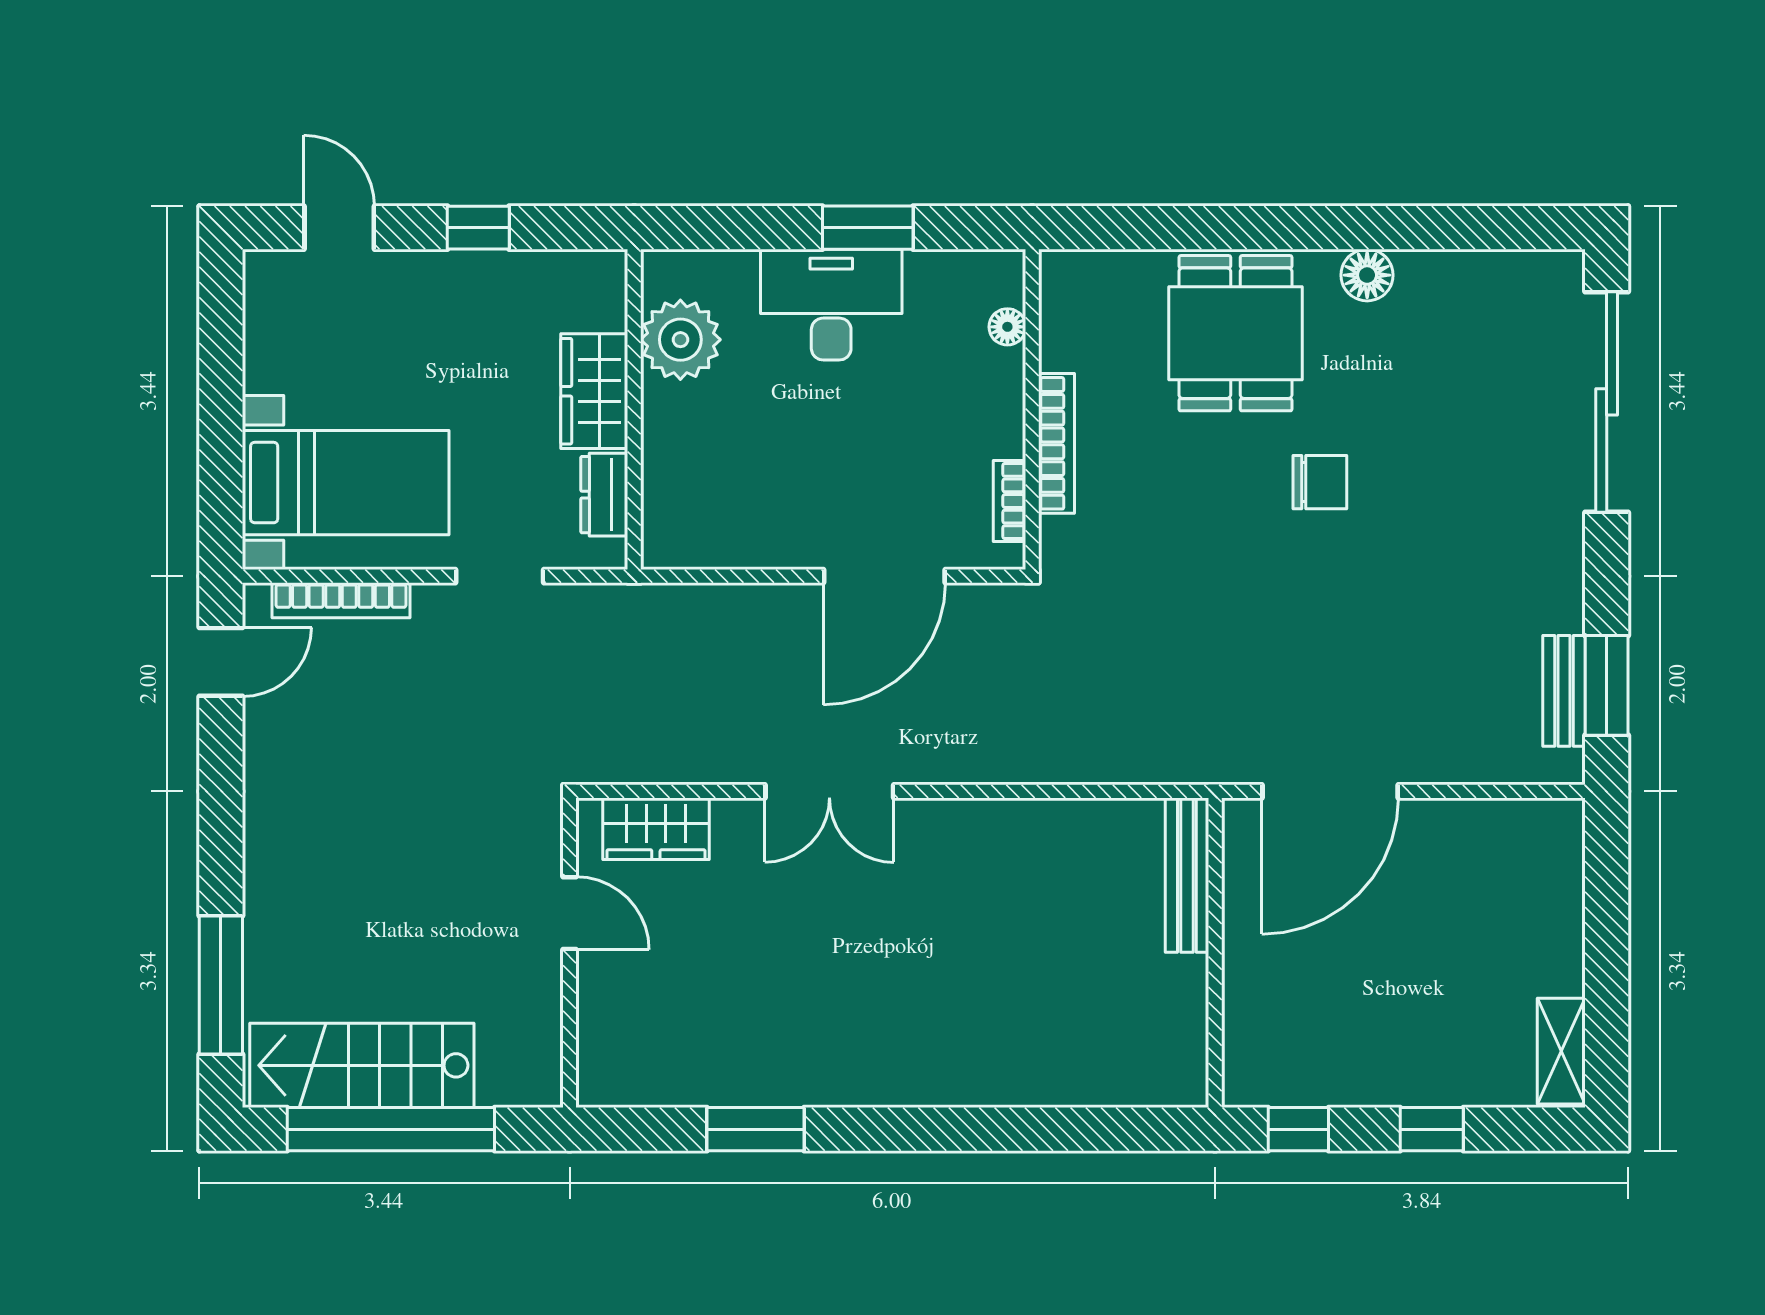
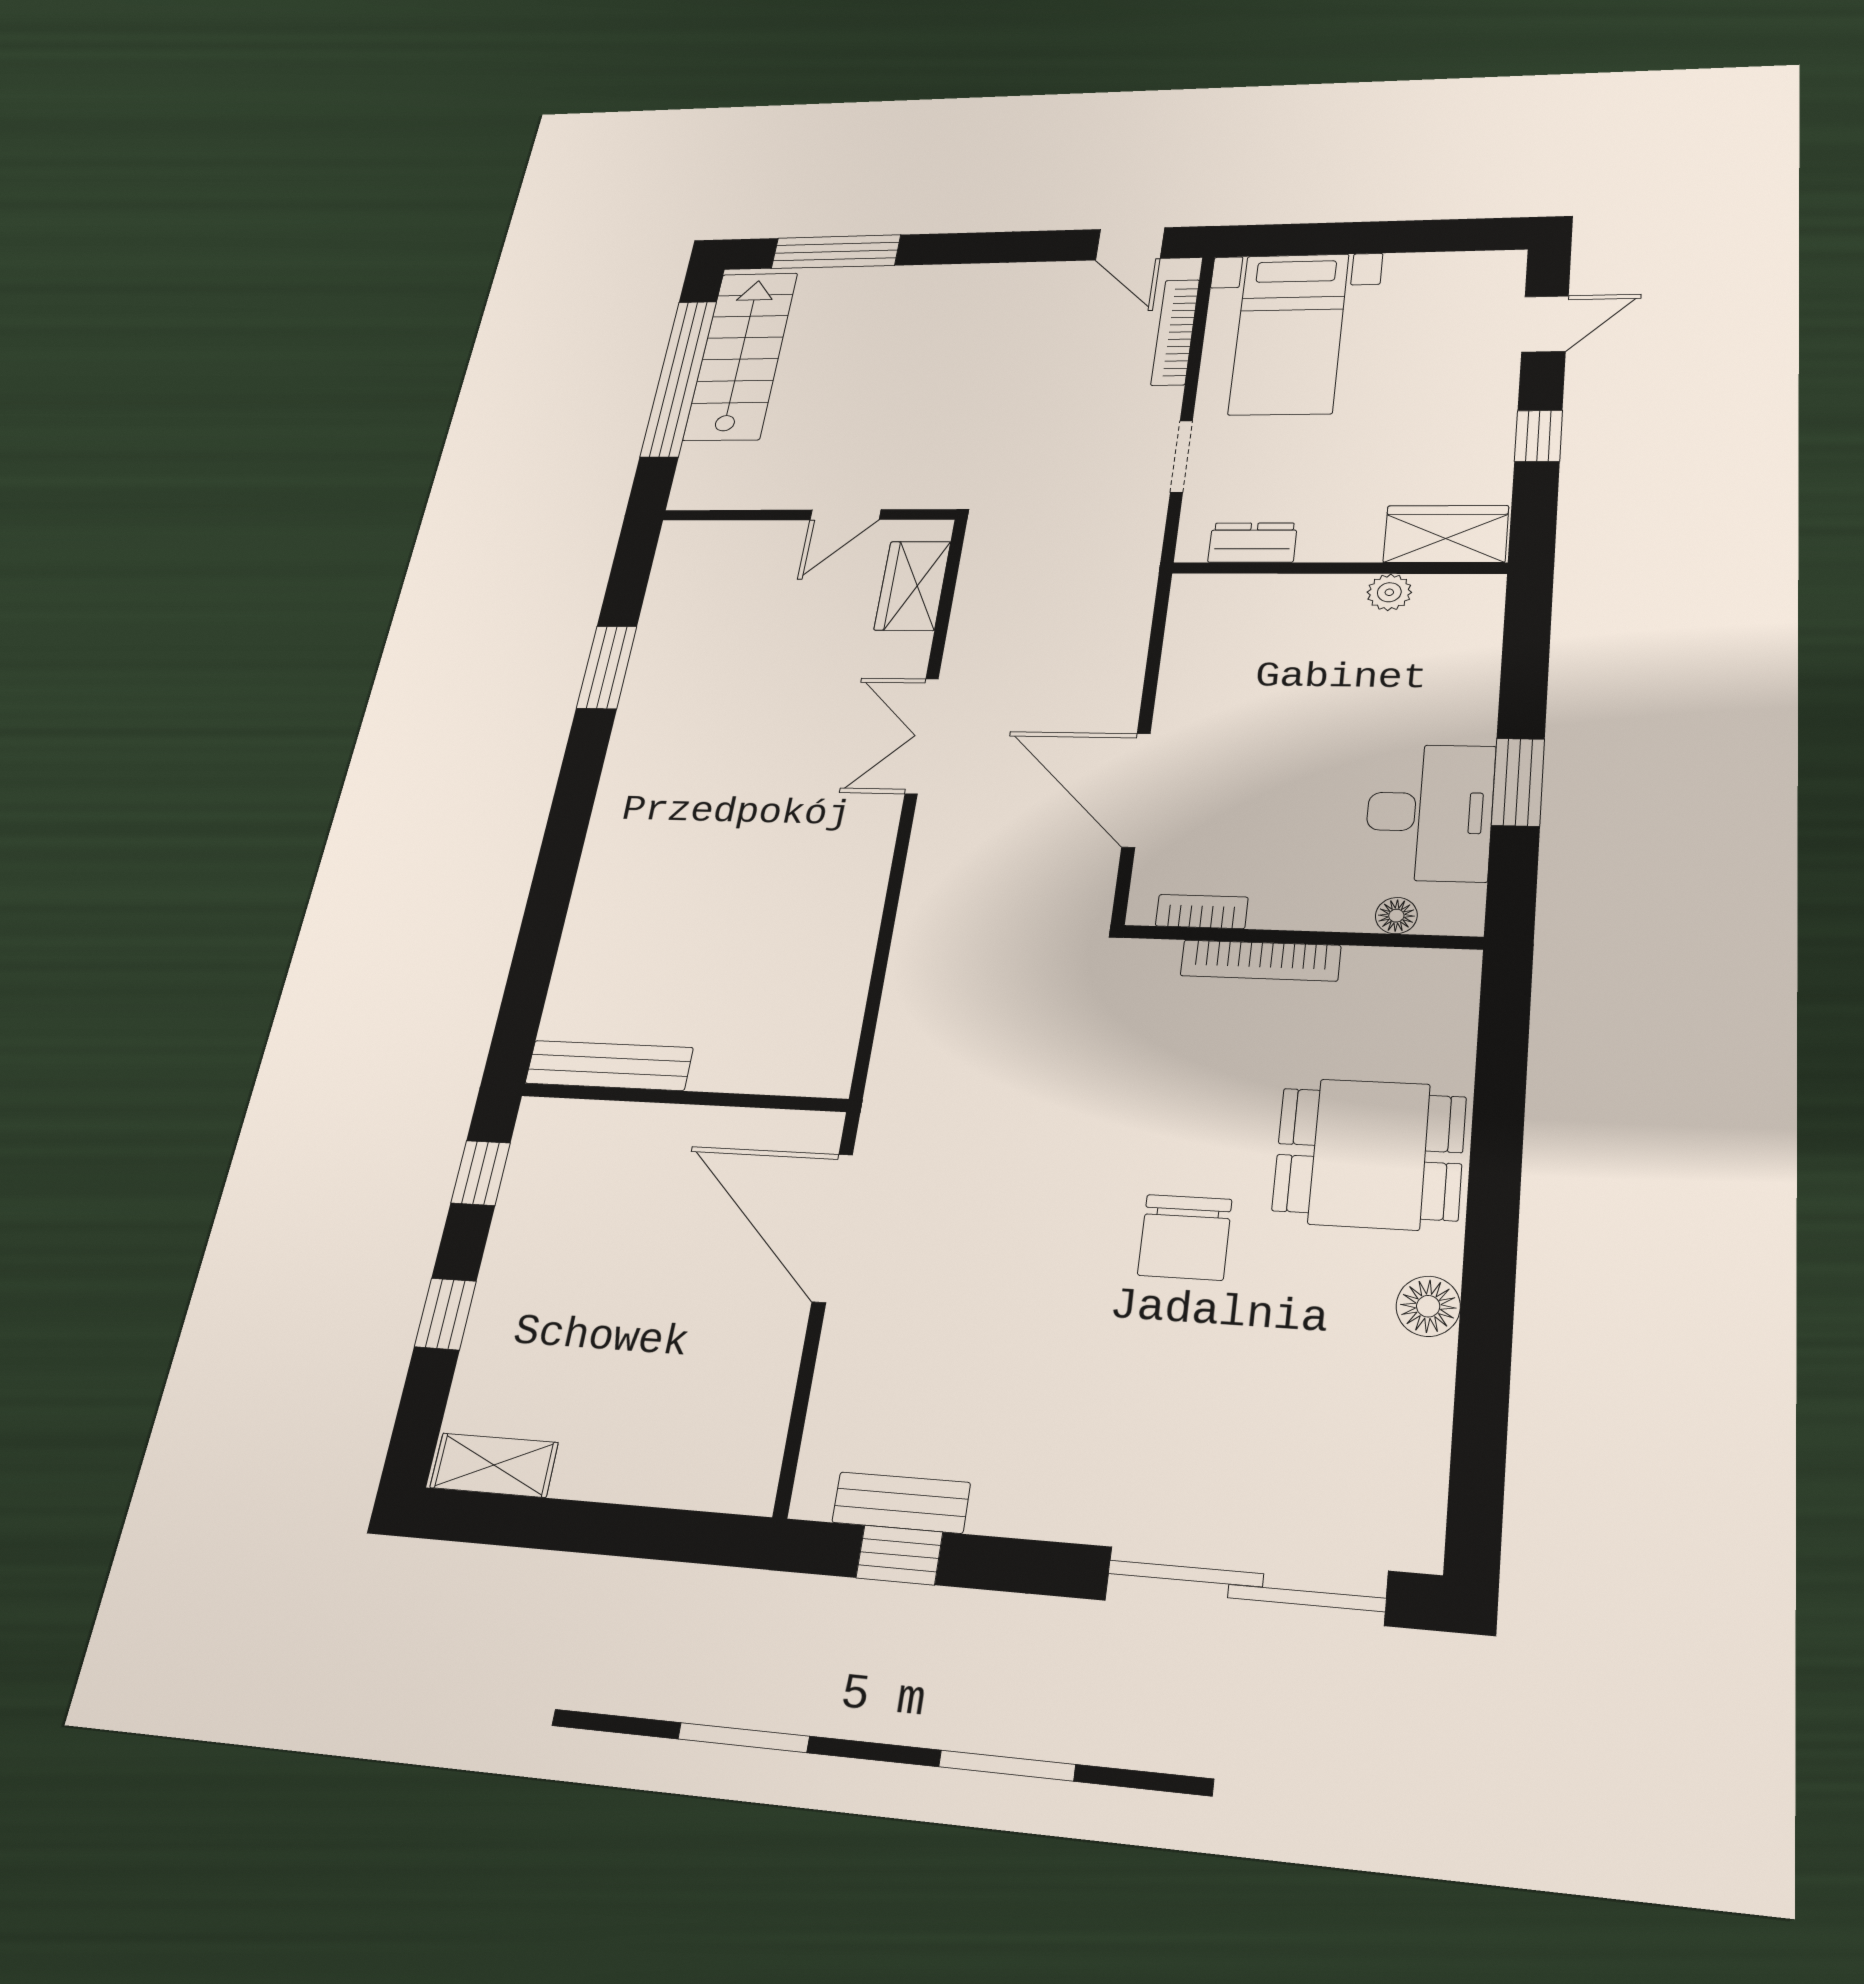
desk: (831, 305) -> (1430, 812), moved
plant: (680, 340) -> (1389, 592), width x0.53, depth x0.53
wardrobe: (594, 391) -> (1446, 534), moved
chair: (1320, 482) -> (1185, 1237), width x1.37, depth x1.37
window: (1607, 685) -> (899, 1555), width x0.67
bench: (1187, 875) -> (609, 1065), moved

